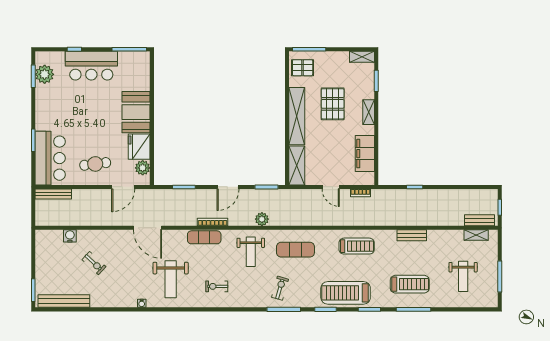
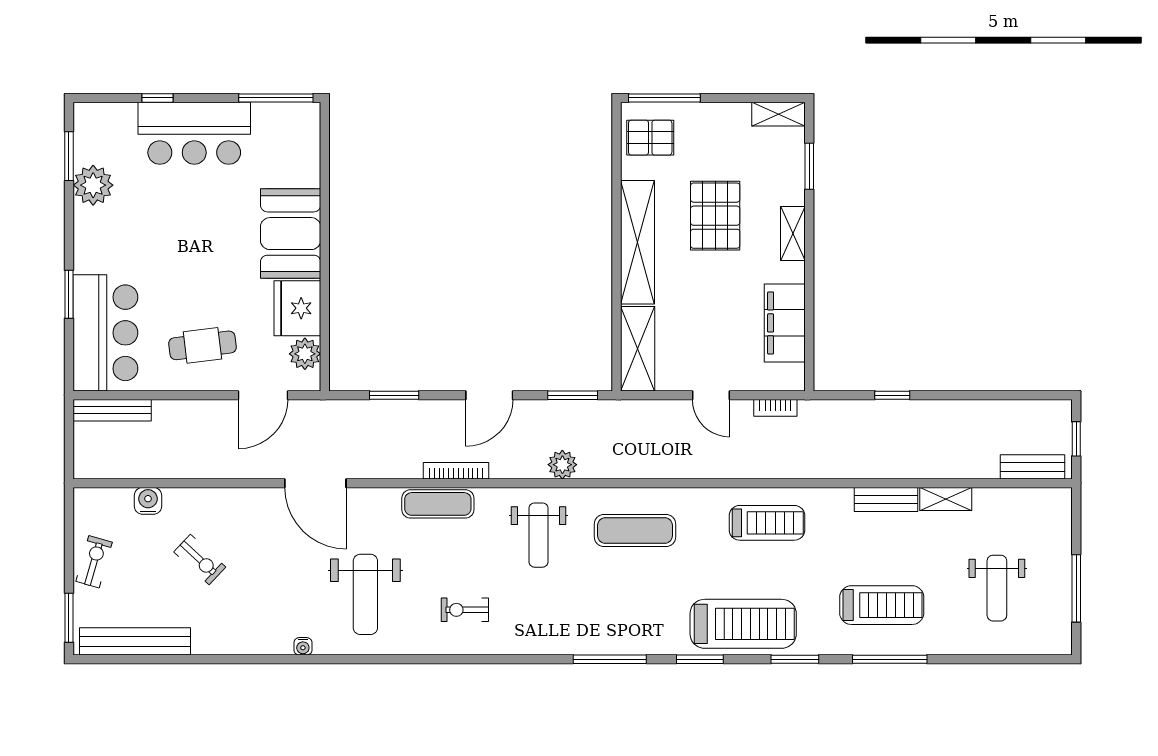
plant: (45, 74) -> (93, 185), moved
shelving: (476, 235) -> (946, 499), moved
exercise bike: (280, 288) -> (94, 562), moved
treadmill: (346, 293) -> (743, 624), turned 180

